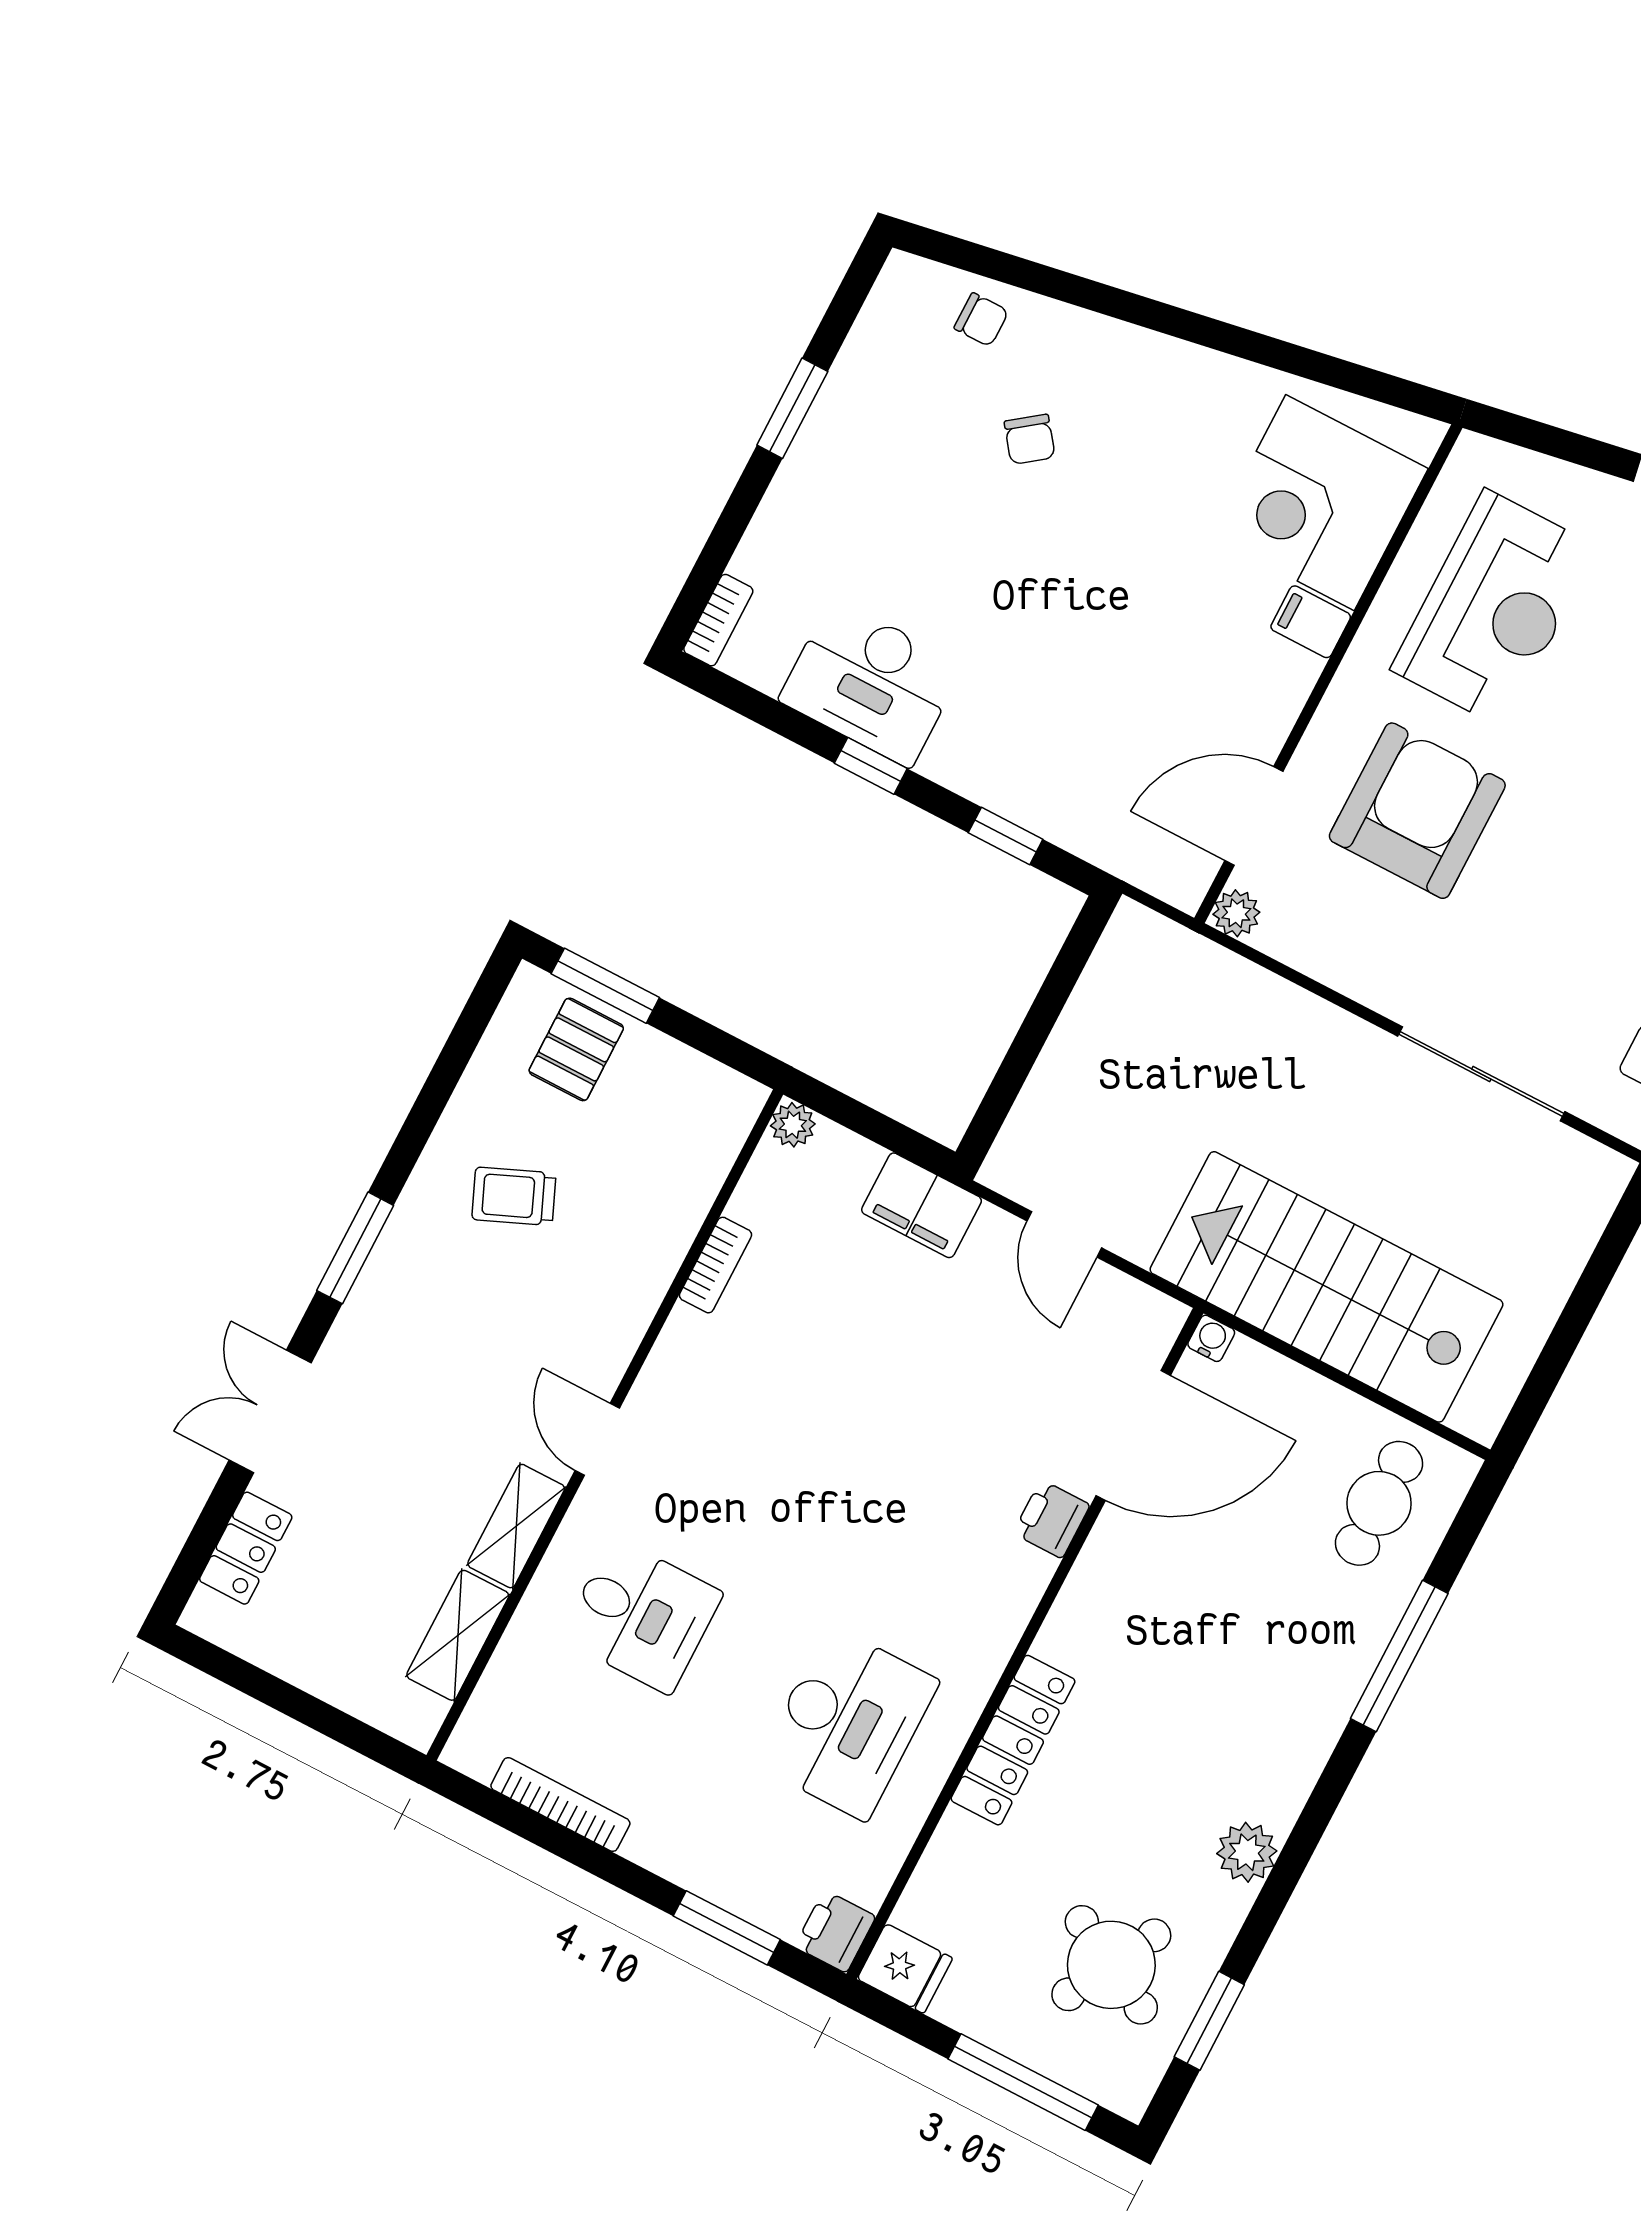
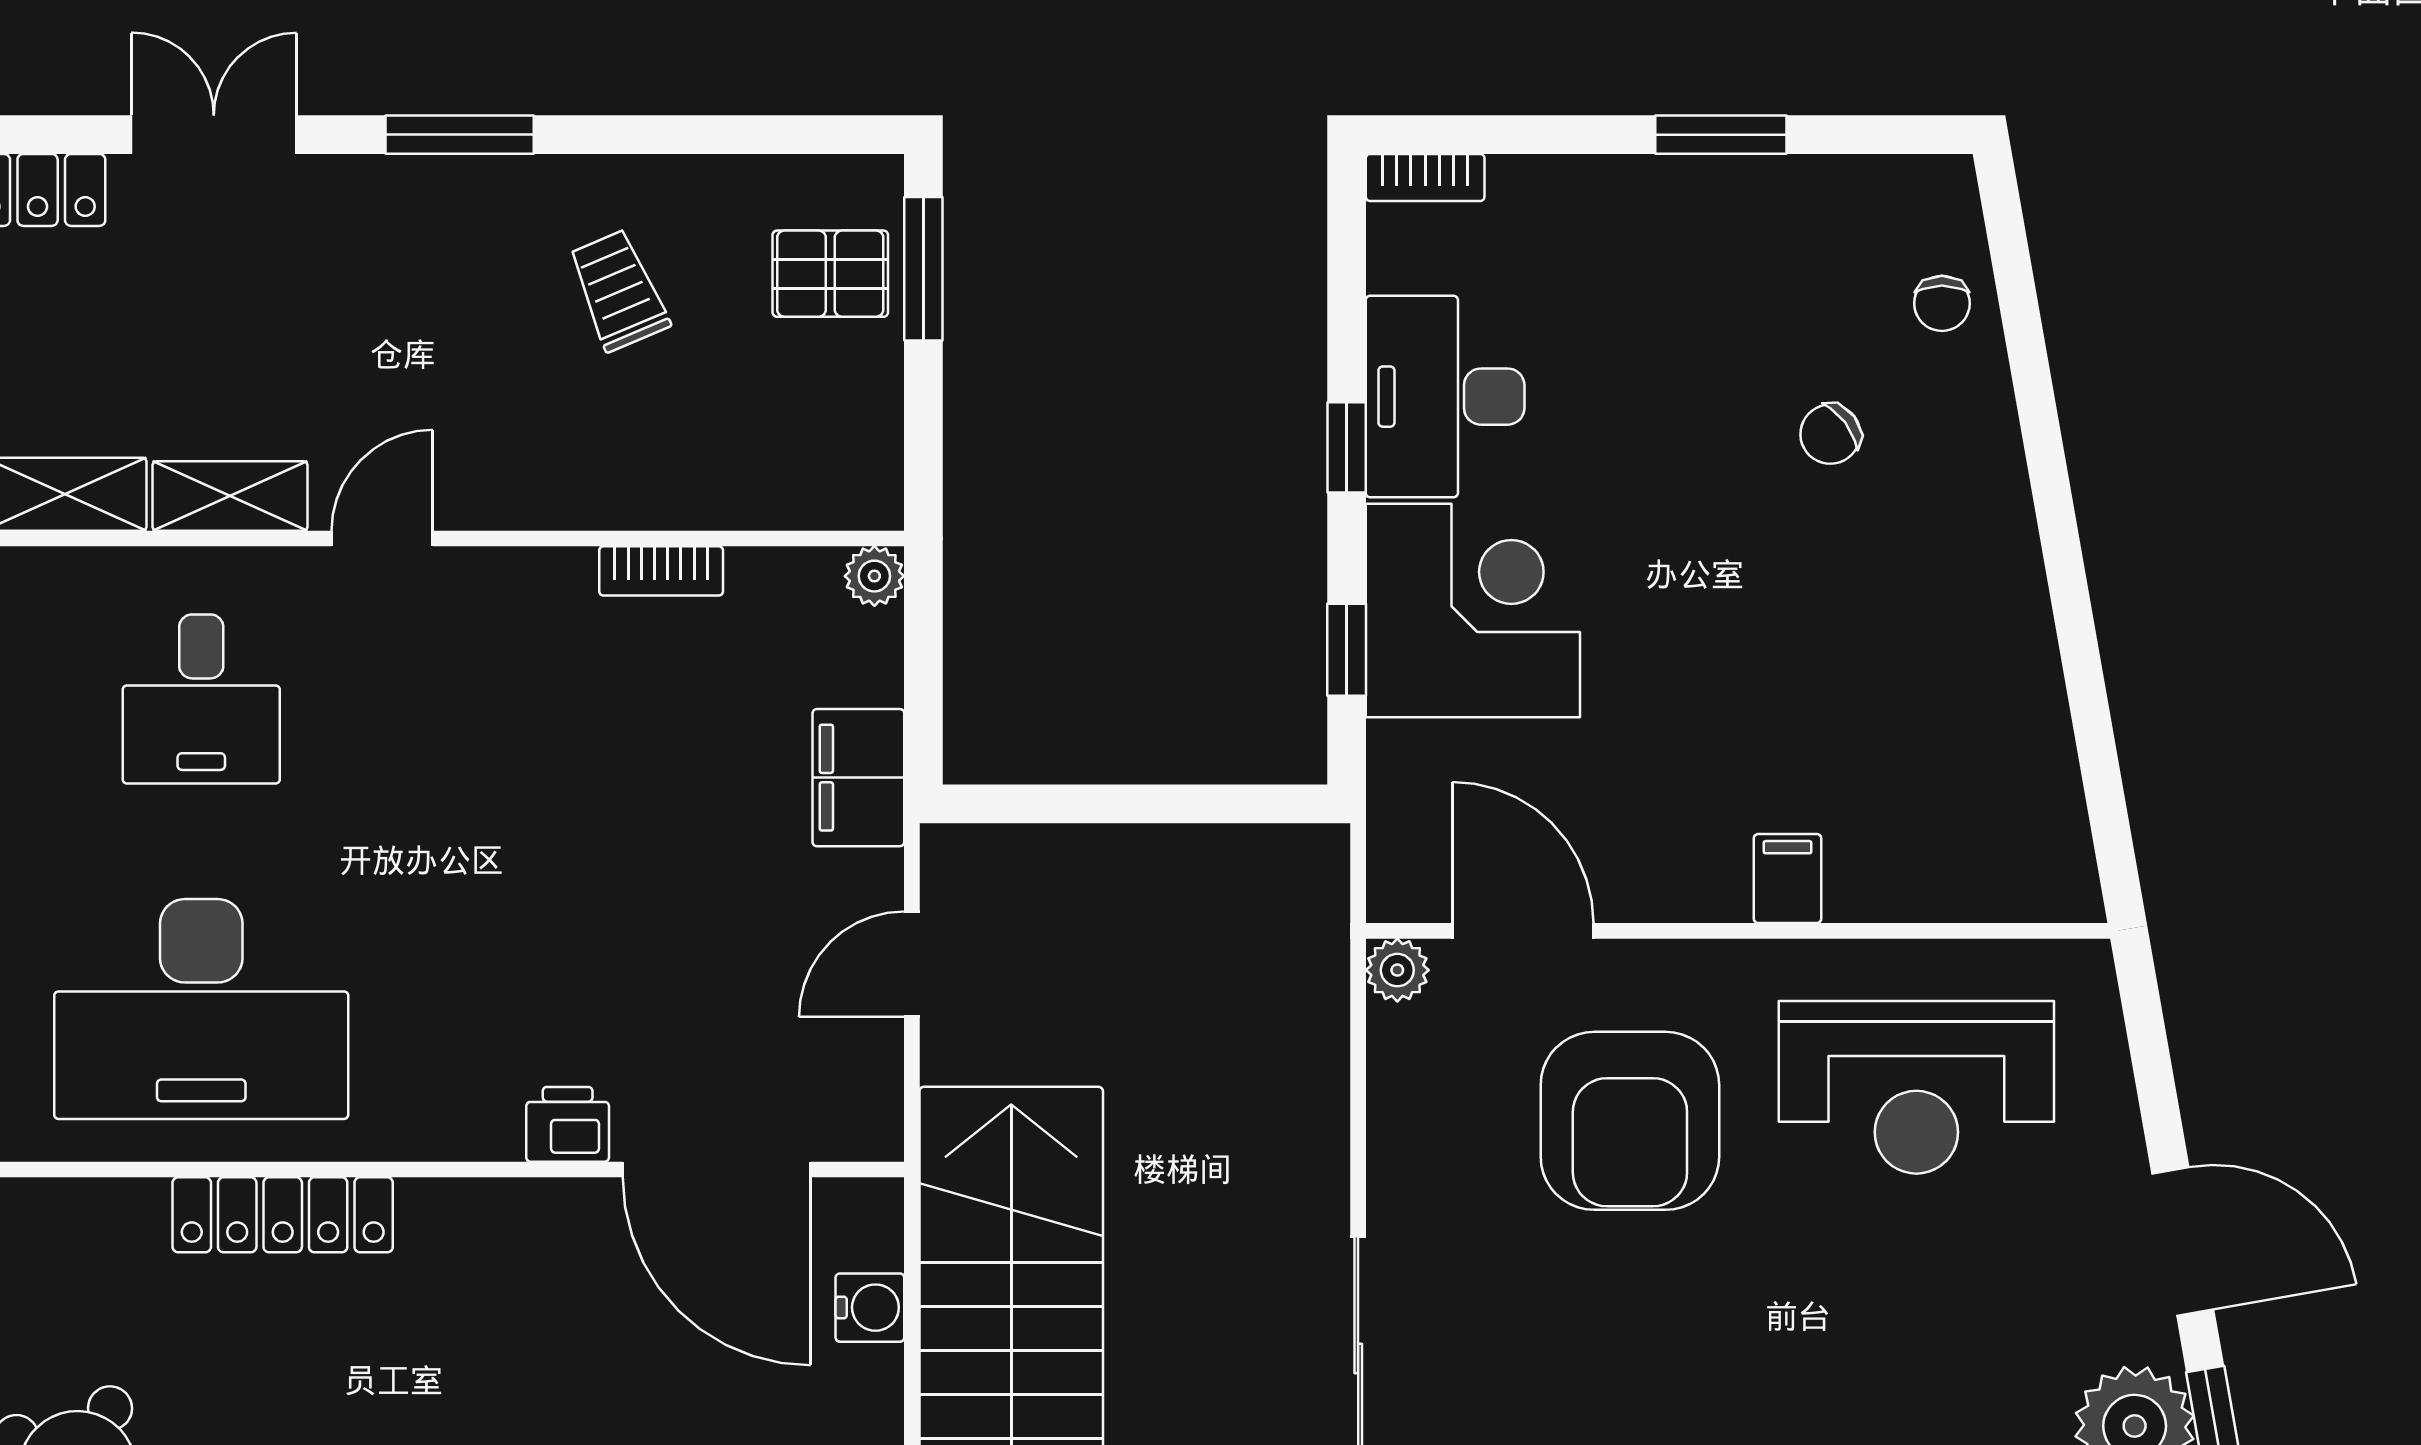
corner desk: (1320, 503) -> (1473, 610), moved, turned 90
armchair: (1417, 811) -> (1630, 1121), turned 90
water cooler: (1211, 1338) -> (870, 1308), moved, width x1.38, depth x1.38
desk: (848, 1723) -> (201, 1009), width x1.36, depth x1.30

